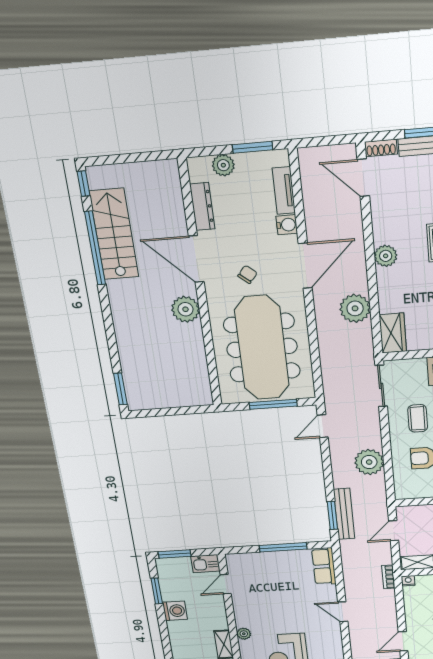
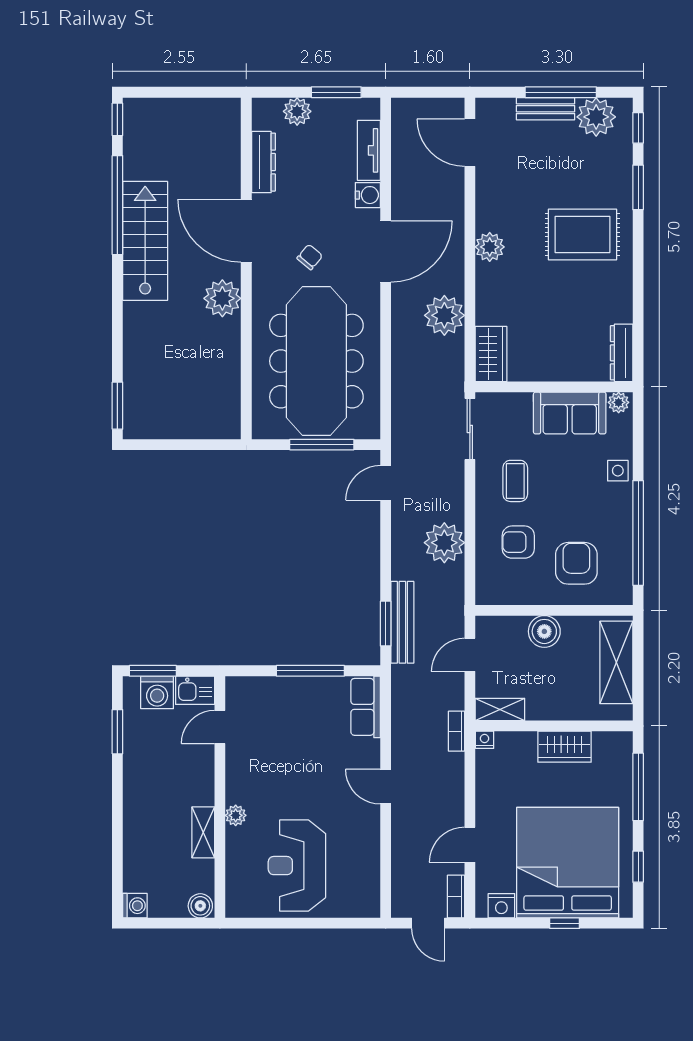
shoe rack: (381, 148) -> (495, 107), removed
stairs: (114, 234) -> (145, 241), moved
washing machine: (175, 611) -> (157, 692), moved, turned 90

